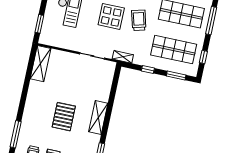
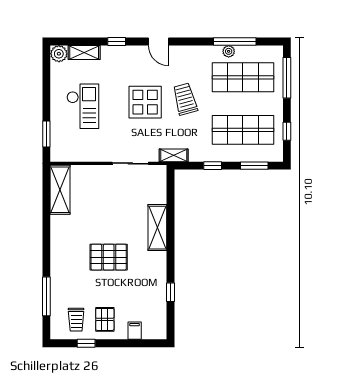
pallet: (64, 117) -> (109, 257), turned 90
shelving: (98, 118) -> (157, 228), moved

